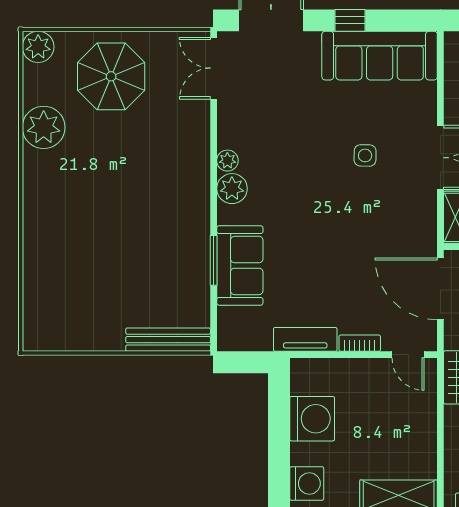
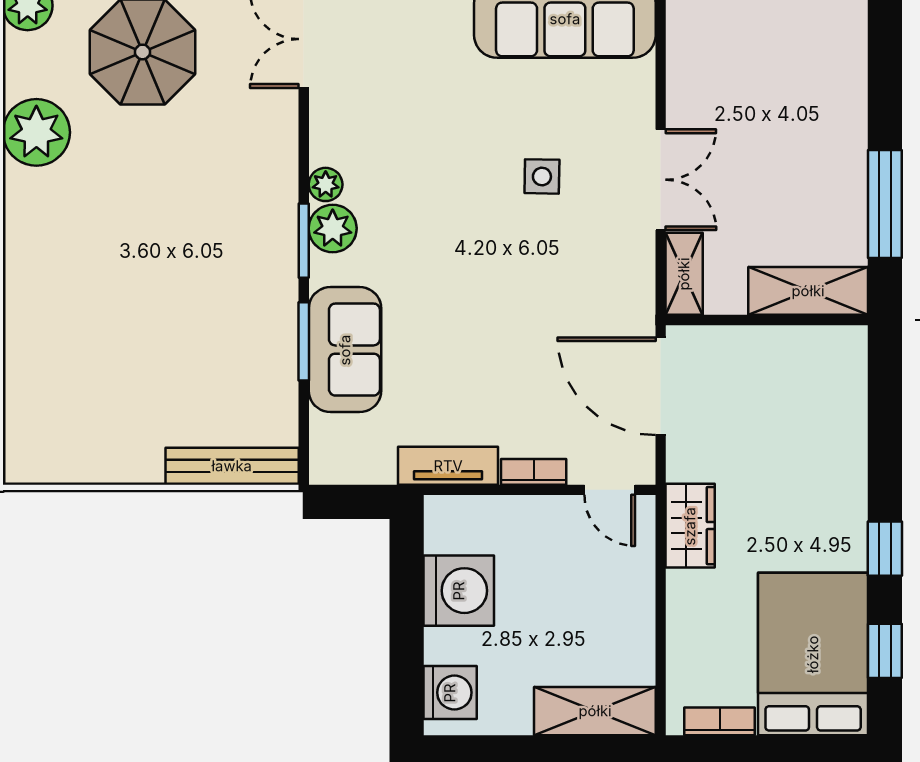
window: (214, 196) -> (304, 241), added

